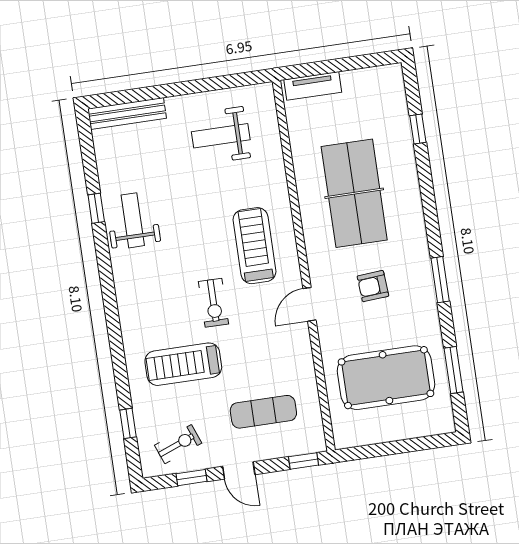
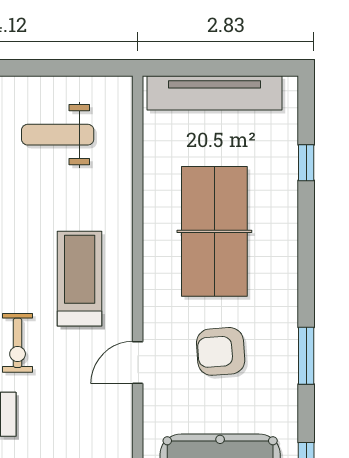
tv unit: (313, 86) -> (215, 93), width x1.92, depth x1.29
armchair: (373, 286) -> (221, 351), width x1.38, depth x1.38

